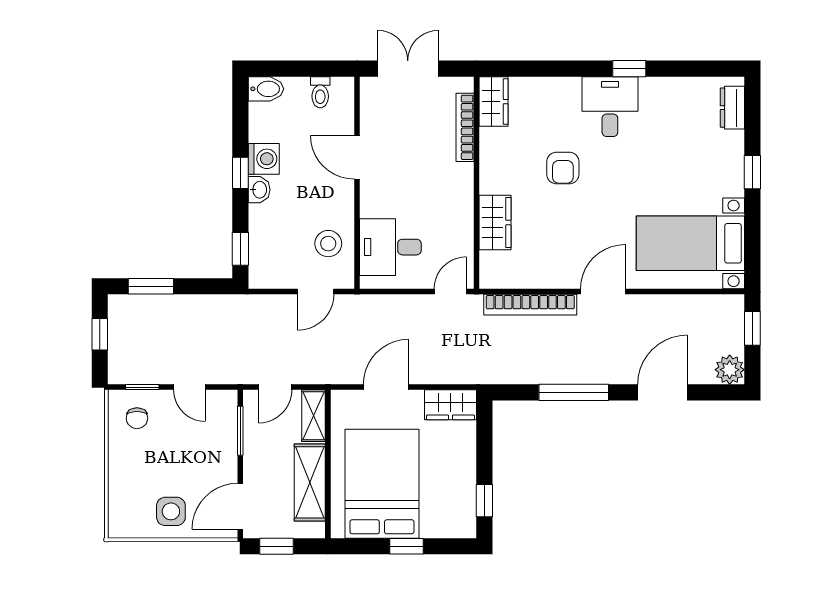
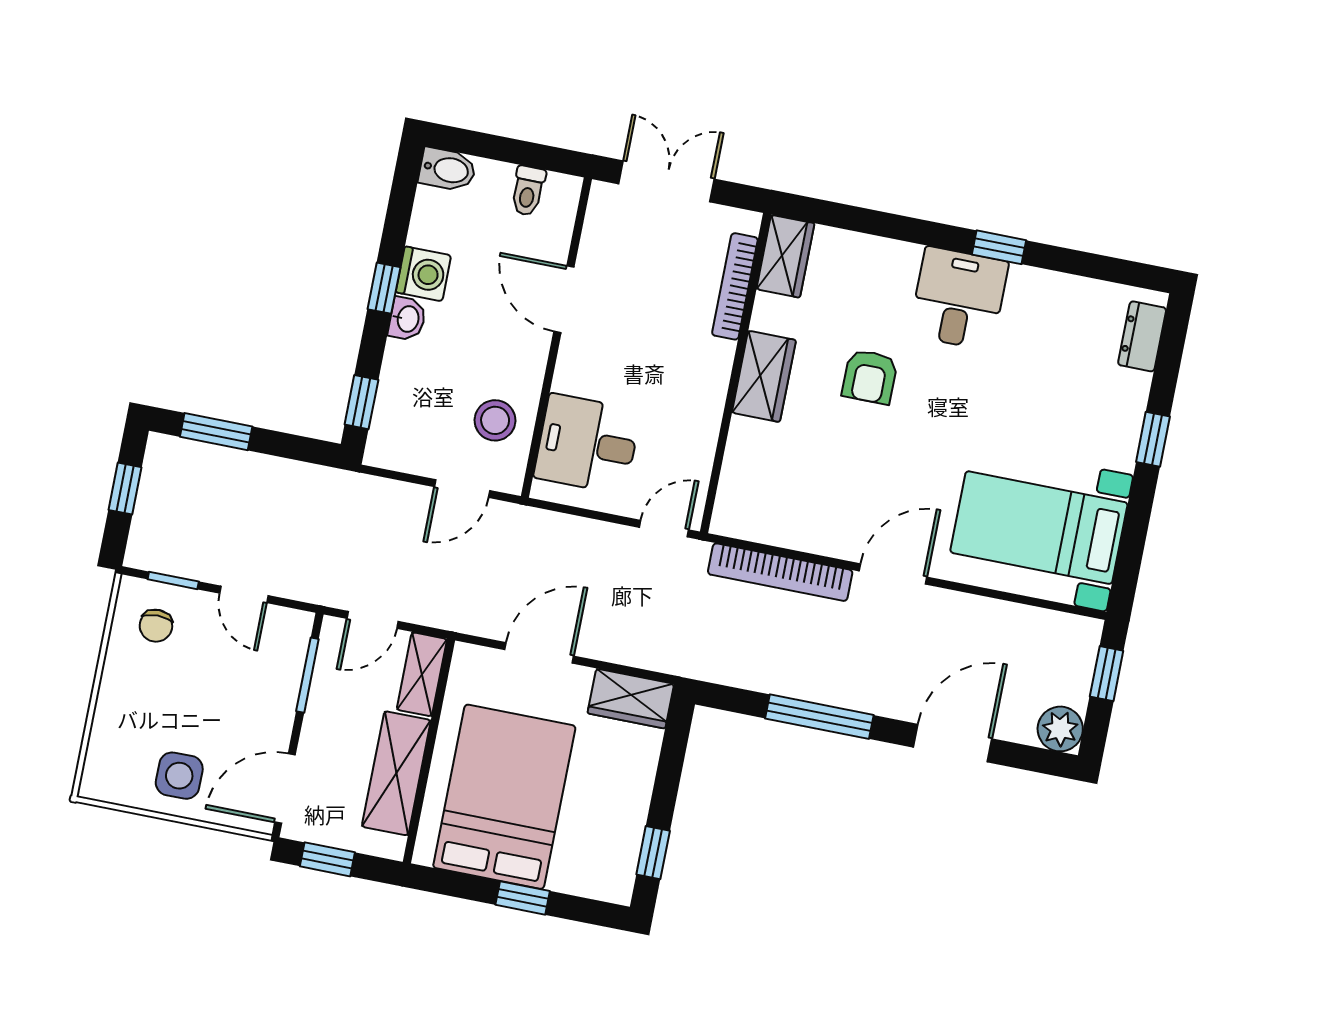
wardrobe: (495, 222) -> (764, 376), moved

